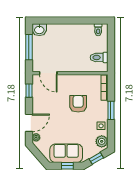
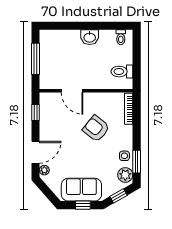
washbasin: (39, 30) -> (90, 37), moved
door: (48, 73) -> (72, 91), moved
armchair: (78, 104) -> (96, 129), turned -51
window: (111, 110) -> (137, 162), moved

